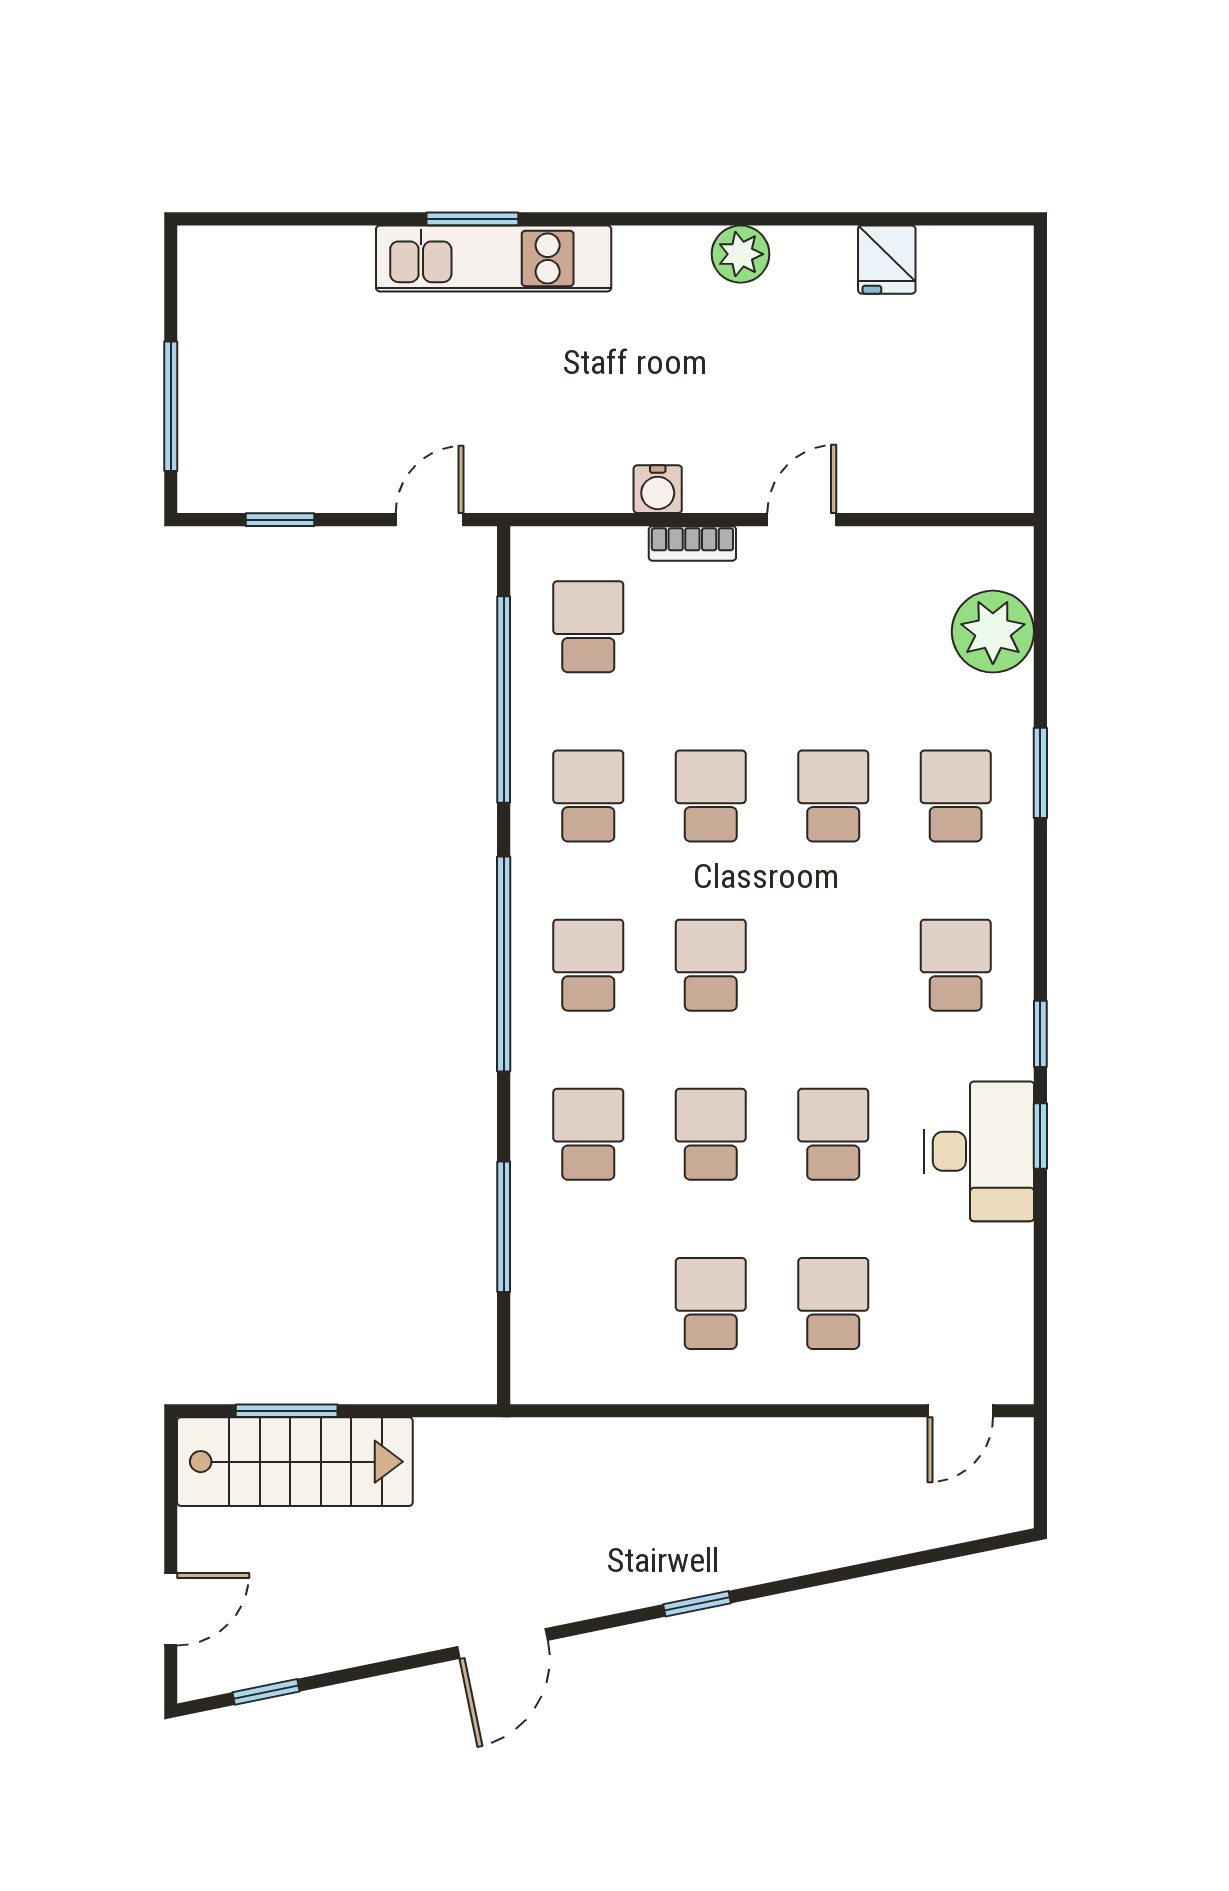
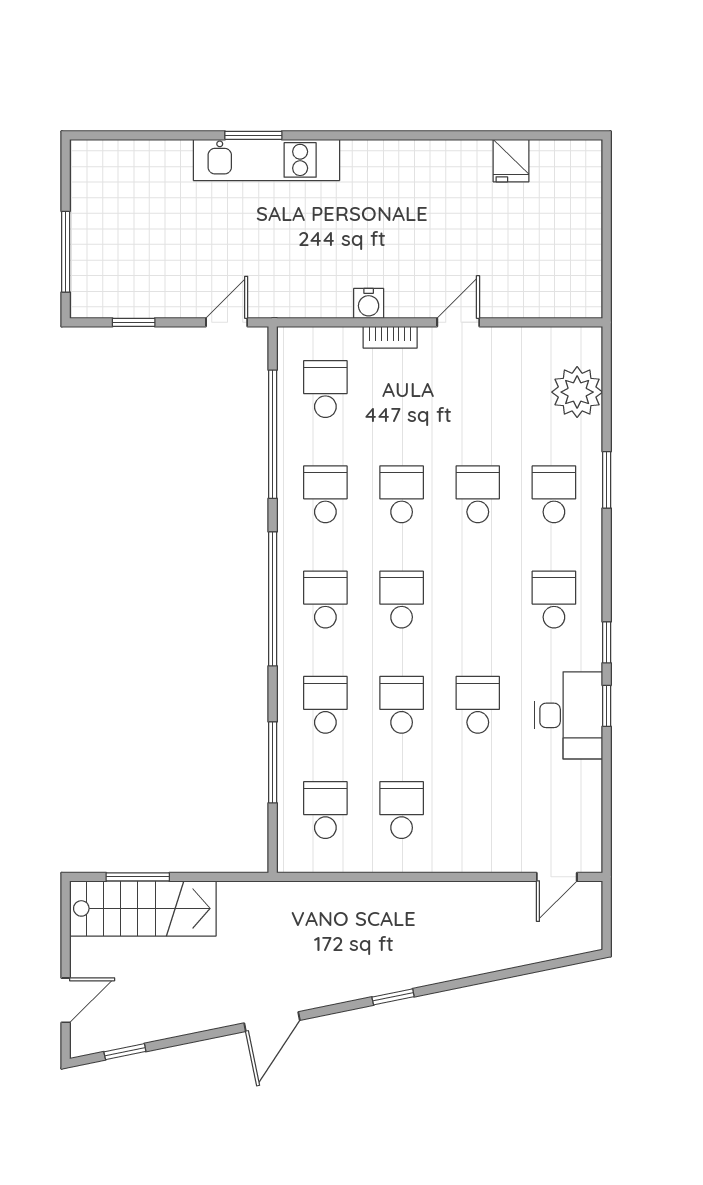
plant: (741, 254) -> (420, 157), removed
school desk: (833, 1304) -> (325, 810), moved

